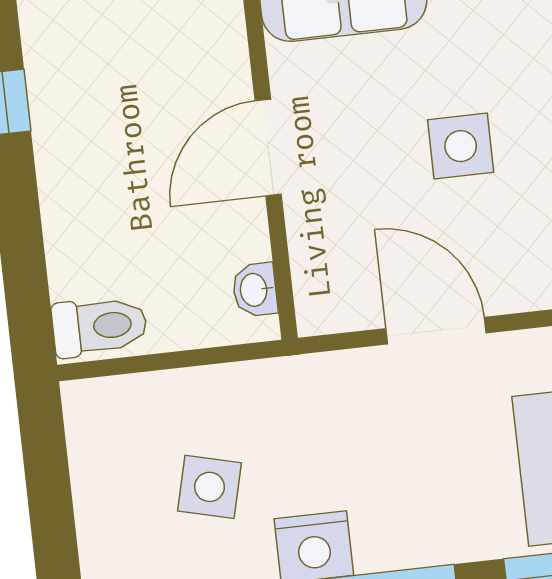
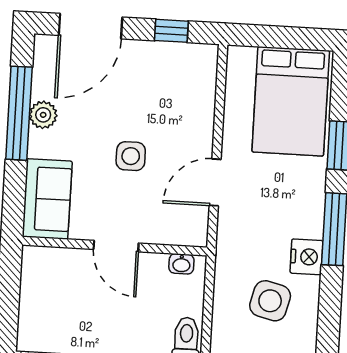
side table: (210, 487) -> (270, 301), width x1.37, depth x1.37

